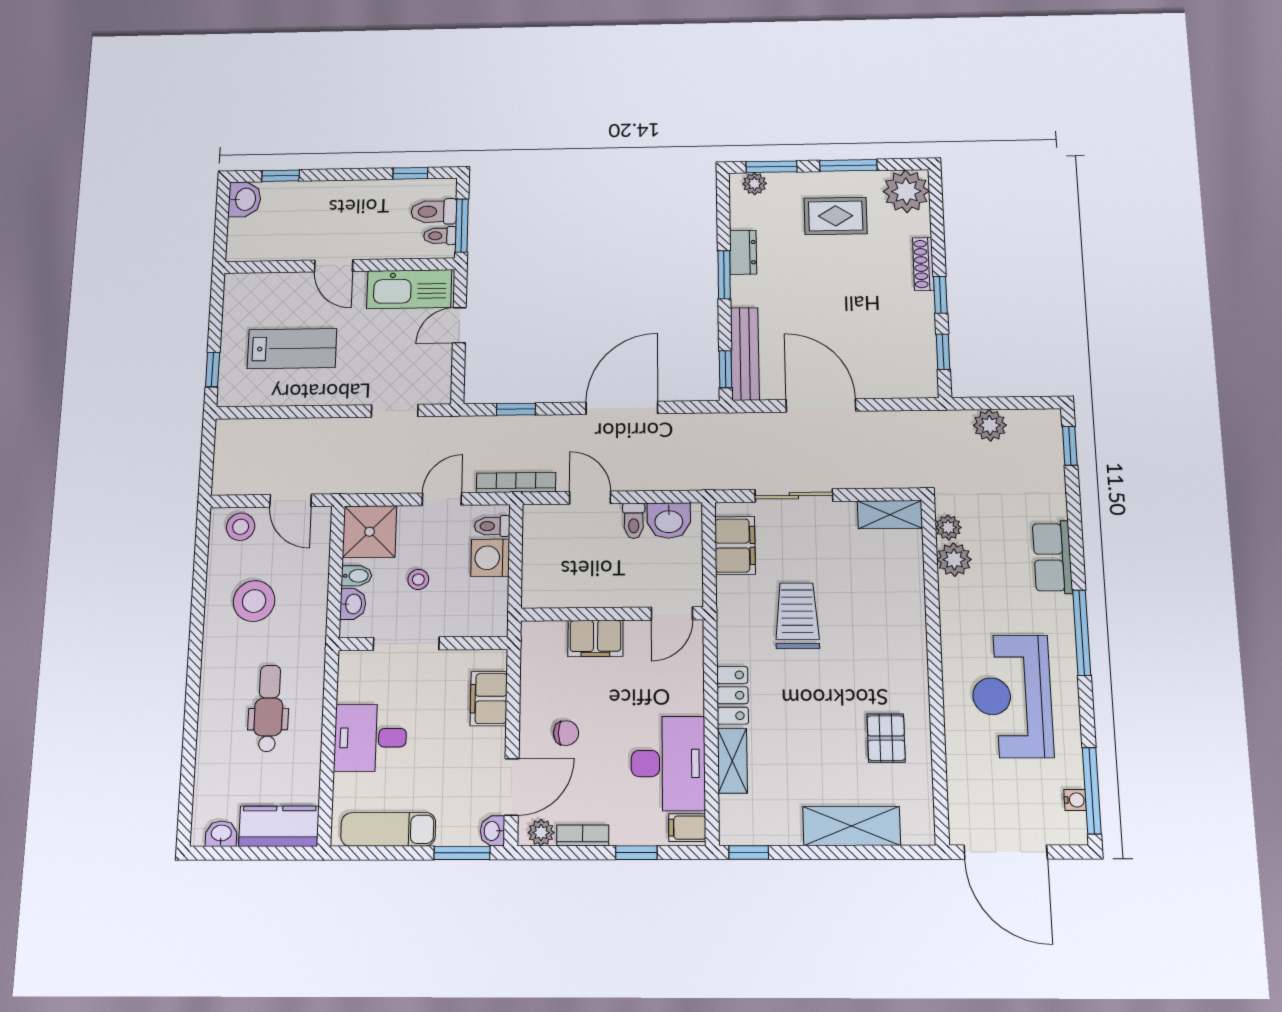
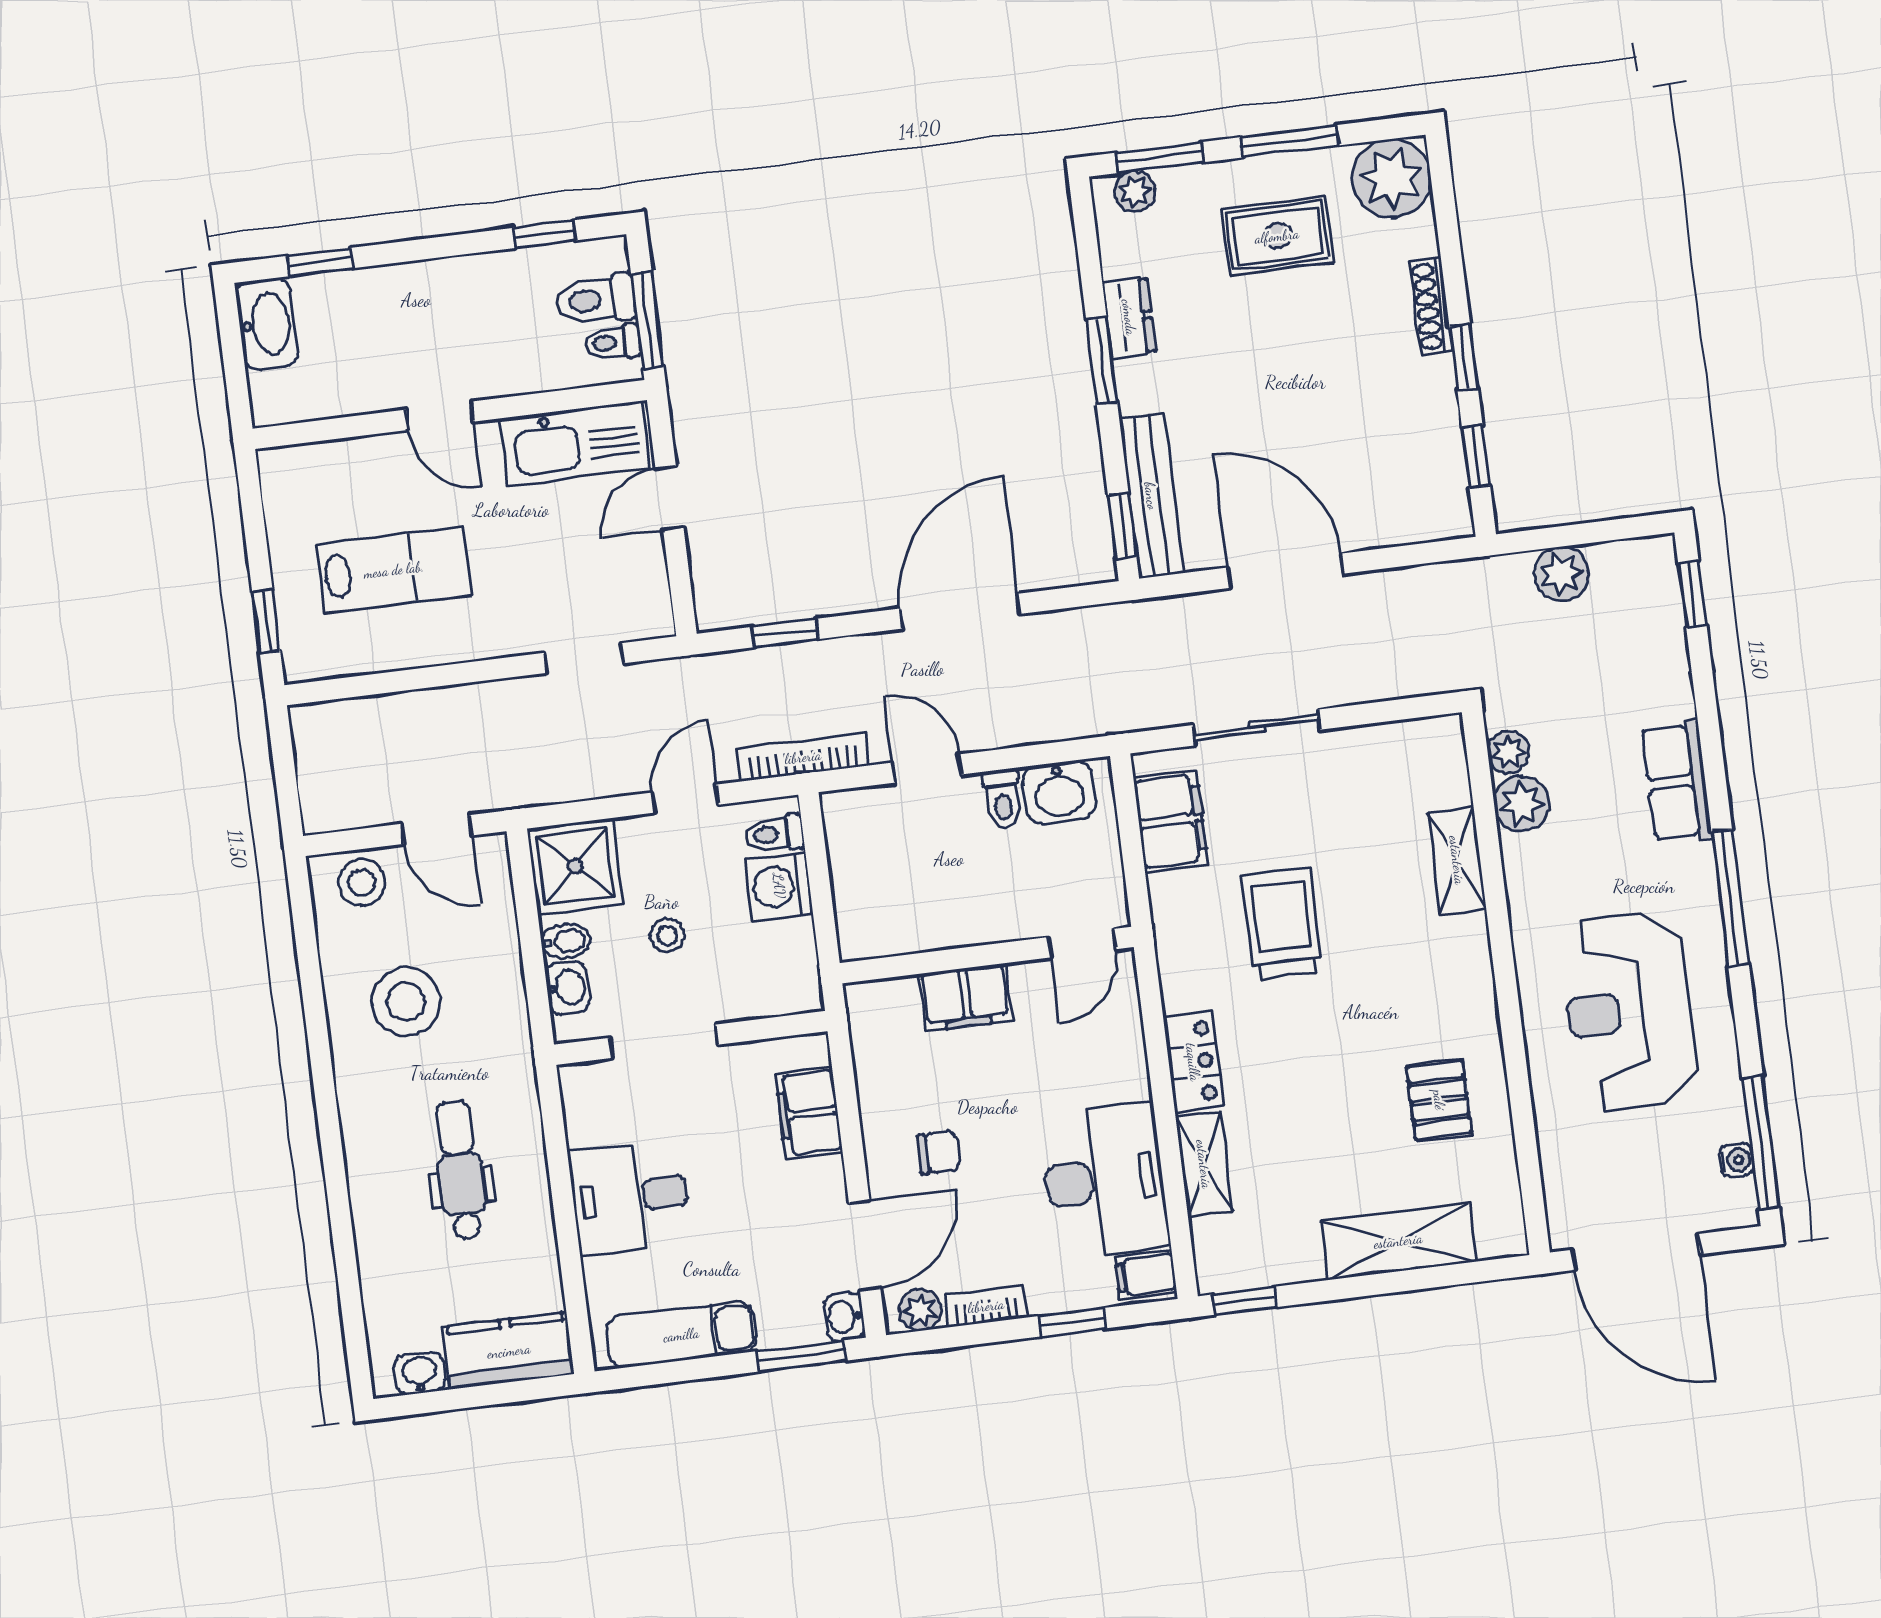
washbasin: (245, 199) -> (267, 324), width x1.38
shelving: (890, 515) -> (1457, 860), moved, turned 90

